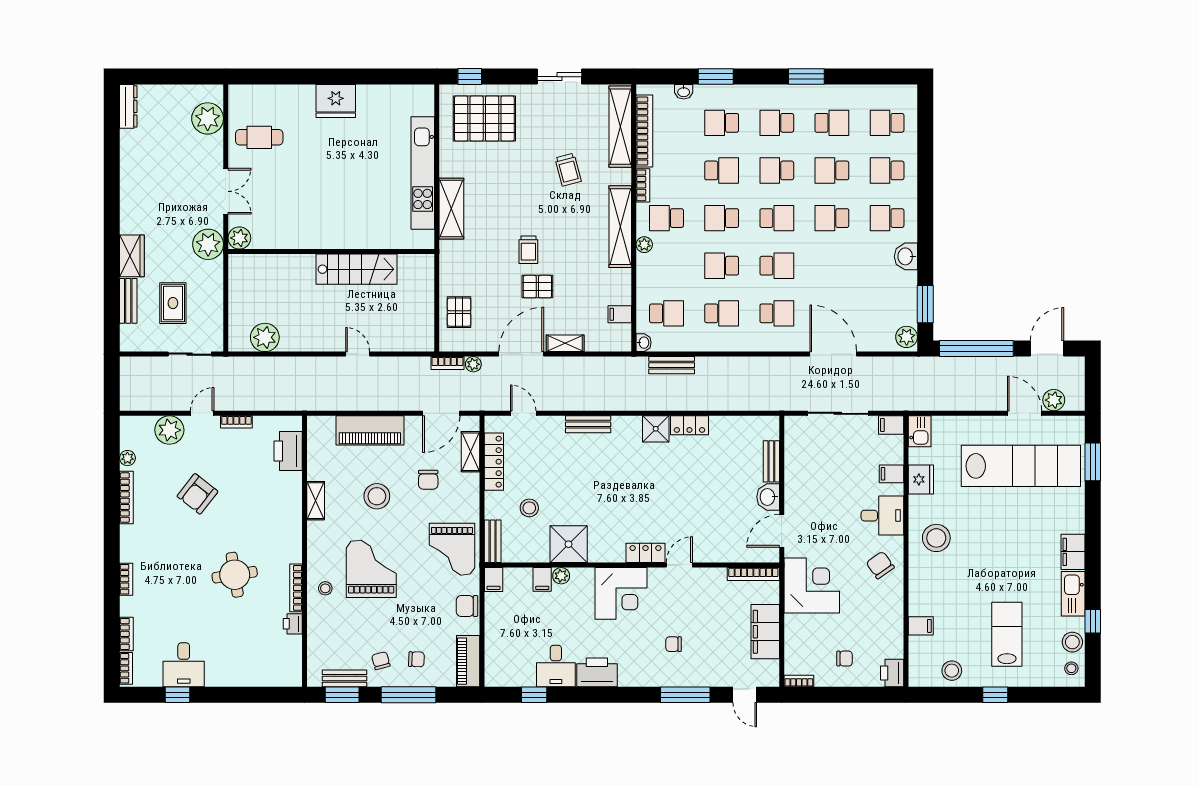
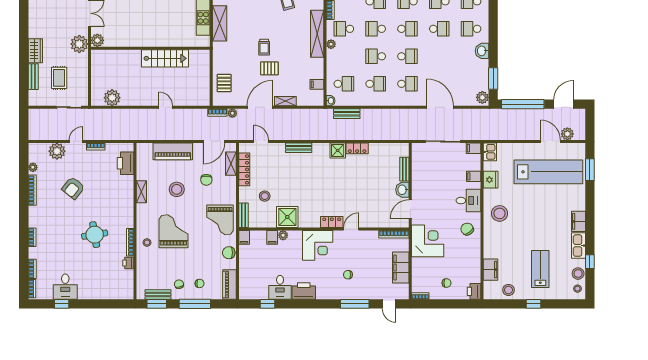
school desk: (832, 218) -> (439, 29), turned 180
filing cabinet: (921, 626) -> (491, 270), width x2.00

